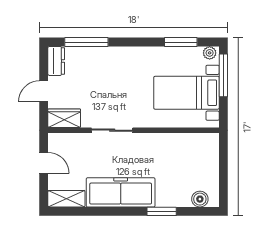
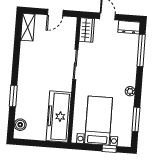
plant: (210, 53) -> (130, 91), moved
window: (223, 75) -> (109, 149), width x0.46
freezer: (121, 192) -> (59, 116), moved, turned 180

